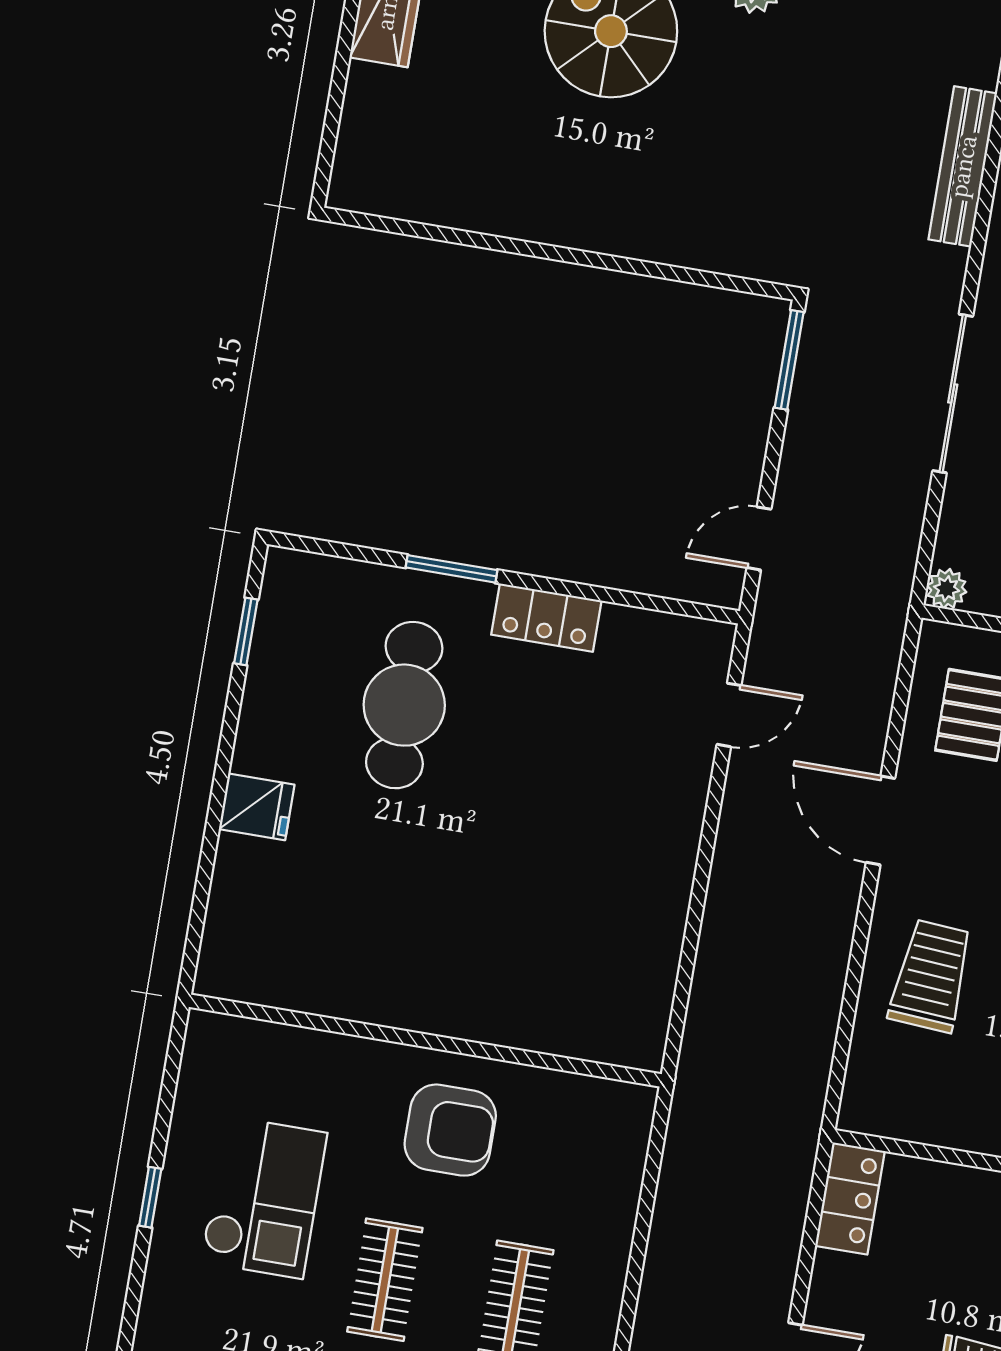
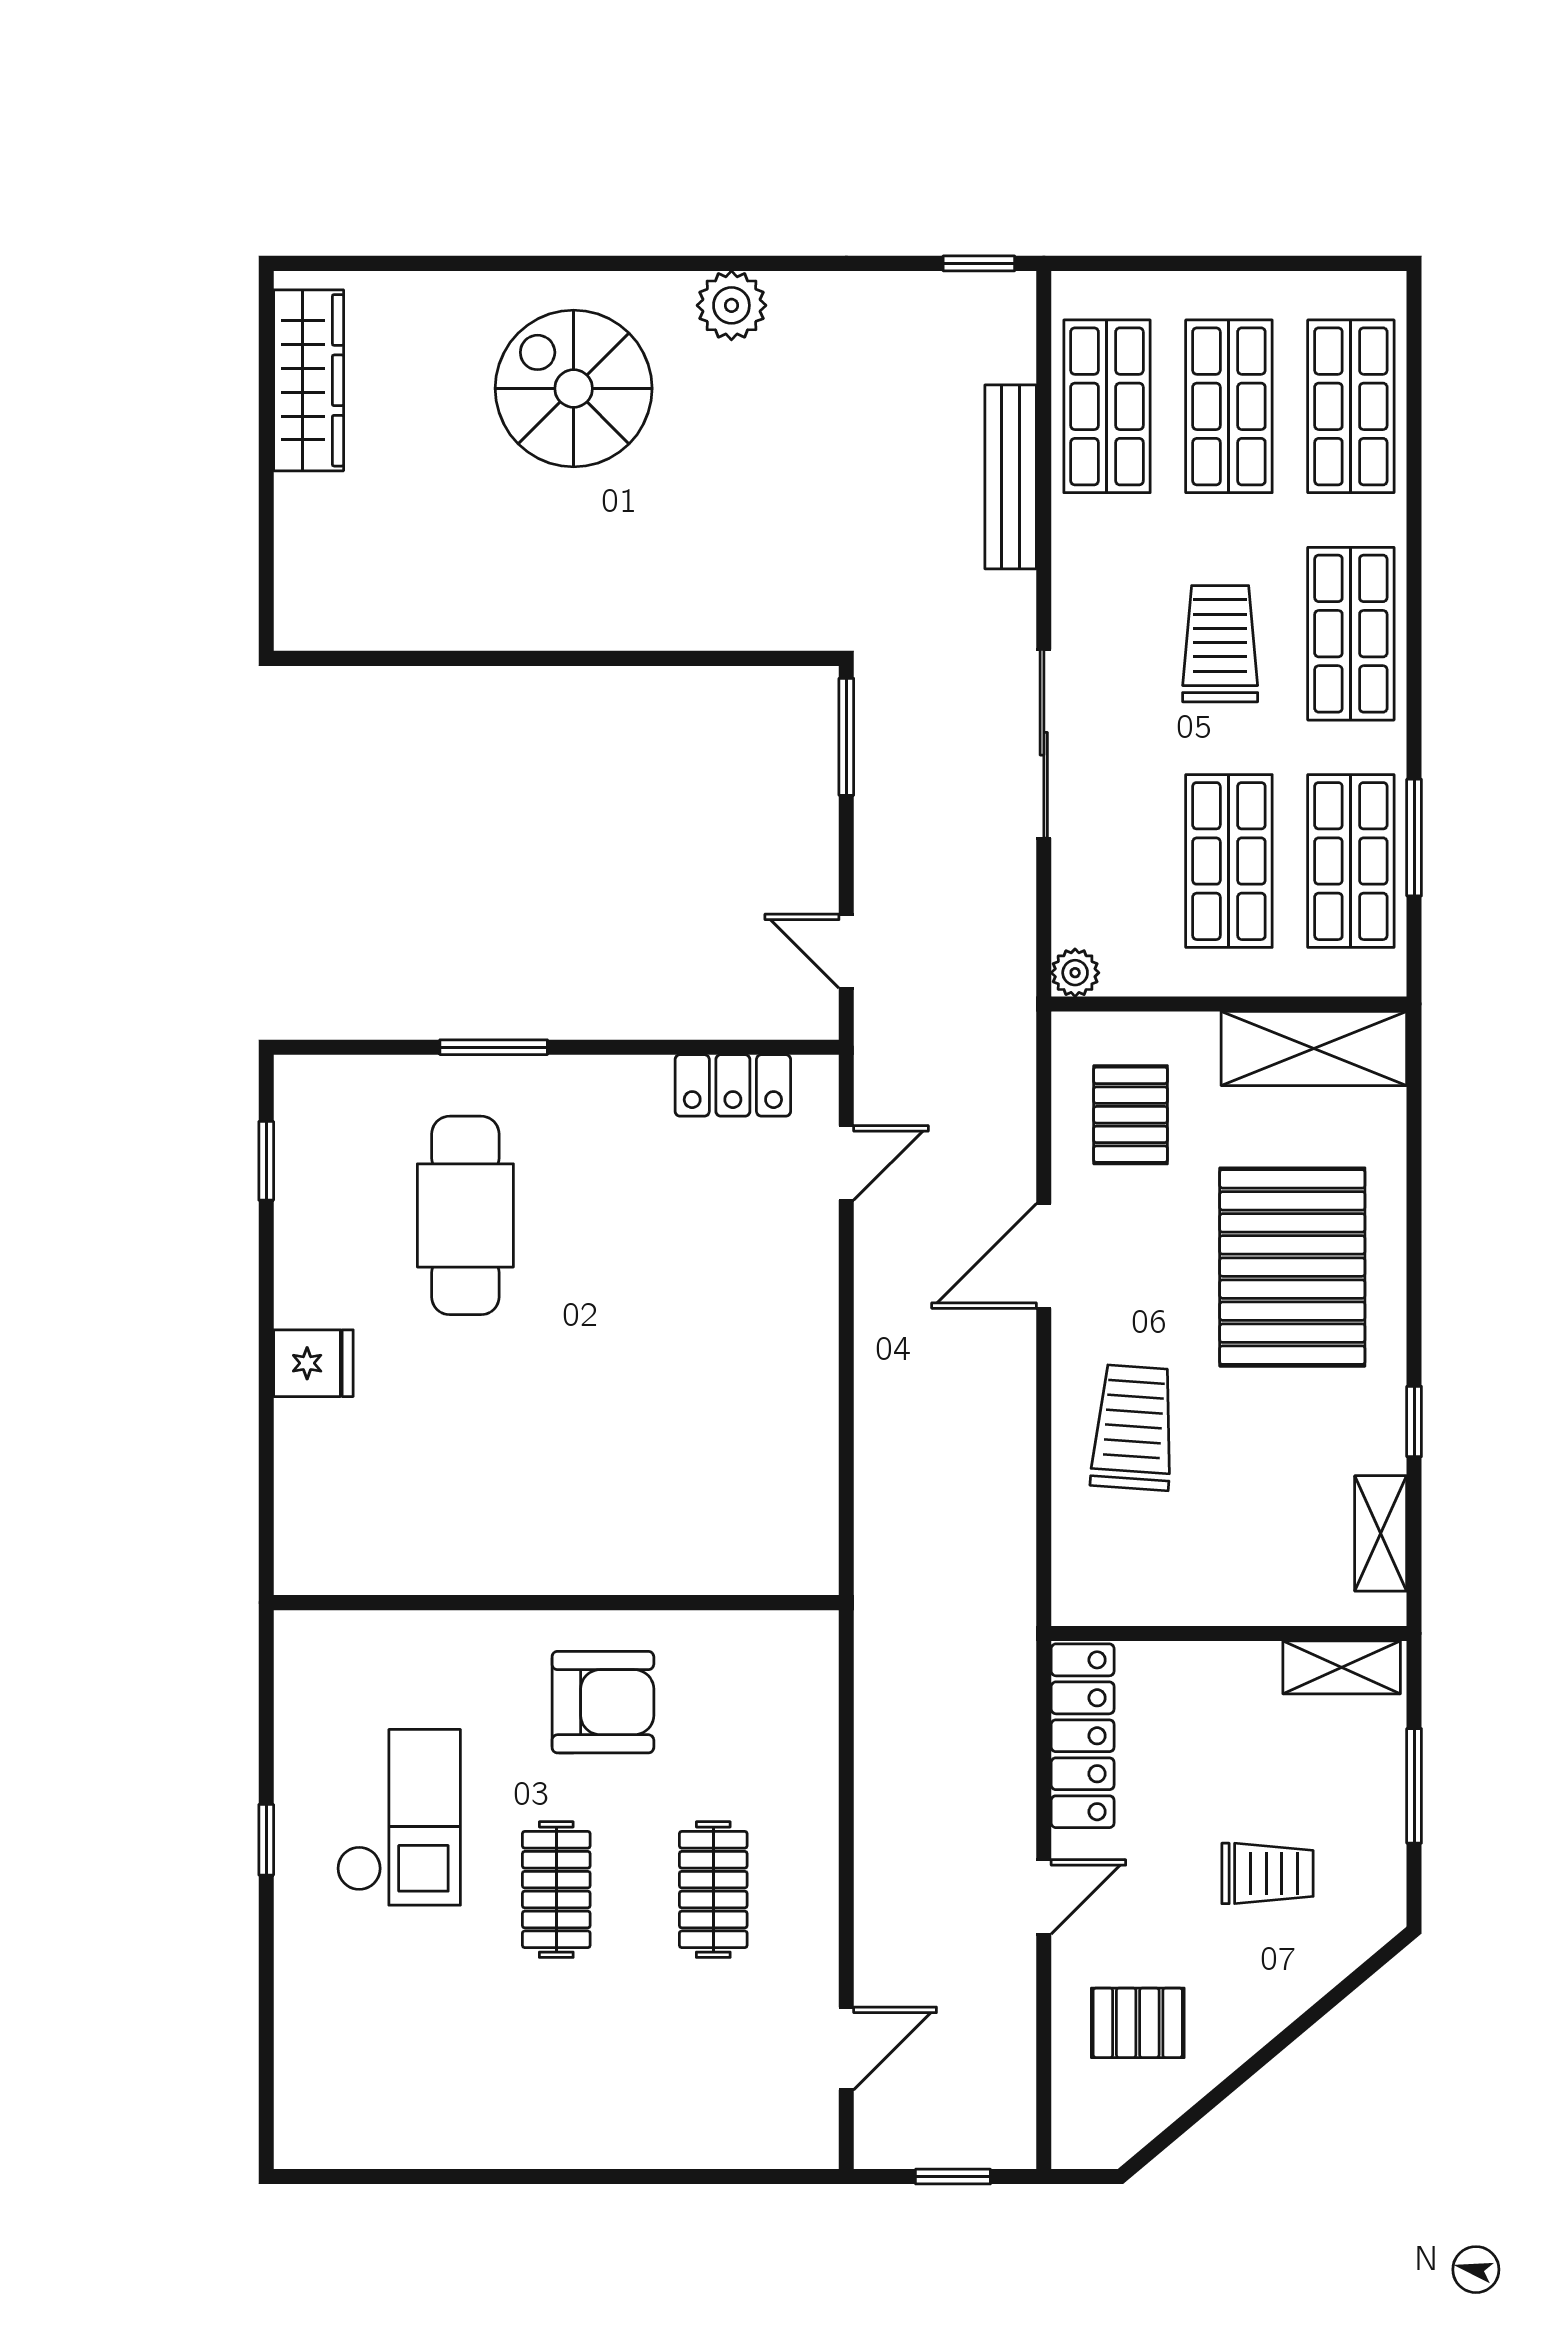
door: (759, 538) -> (846, 951), hinge flipped
locker: (546, 618) -> (733, 1085), moved
door: (881, 820) -> (1044, 1256), hinge flipped
locker: (850, 1198) -> (1083, 1736), width x1.53

